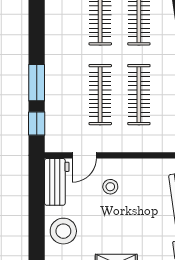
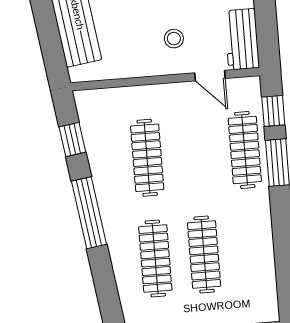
clothes rail: (100, 95) -> (245, 150), moved
door: (84, 155) -> (210, 76), swing flipped

